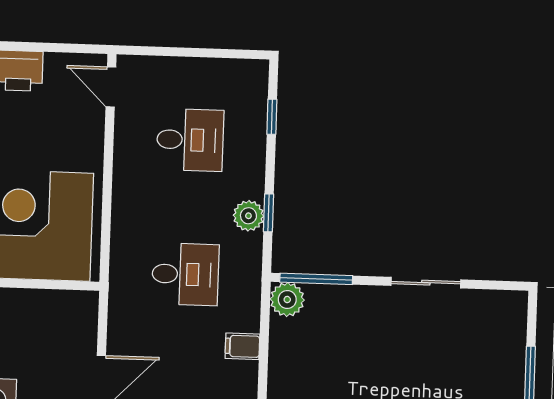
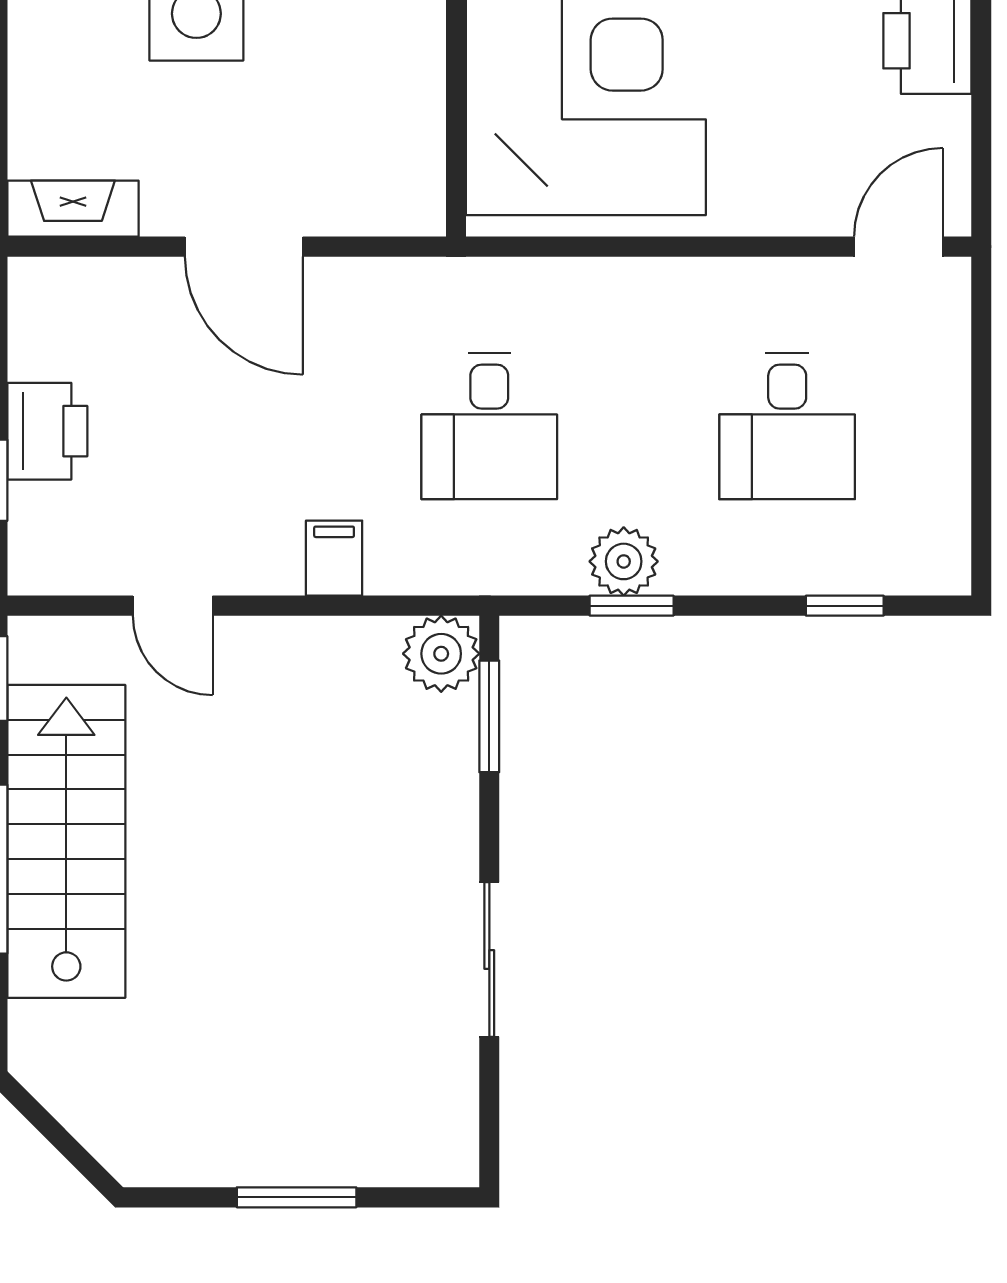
window: (316, 279) -> (489, 716), width x0.69

